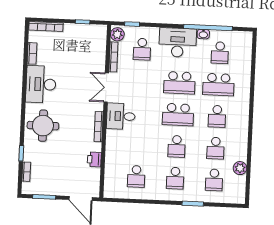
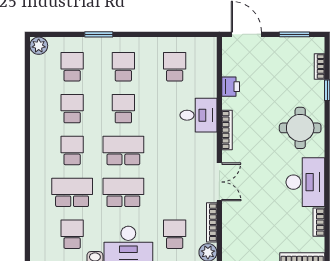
desk: (121, 116) -> (198, 115), moved
plant: (240, 168) -> (39, 46), moved

